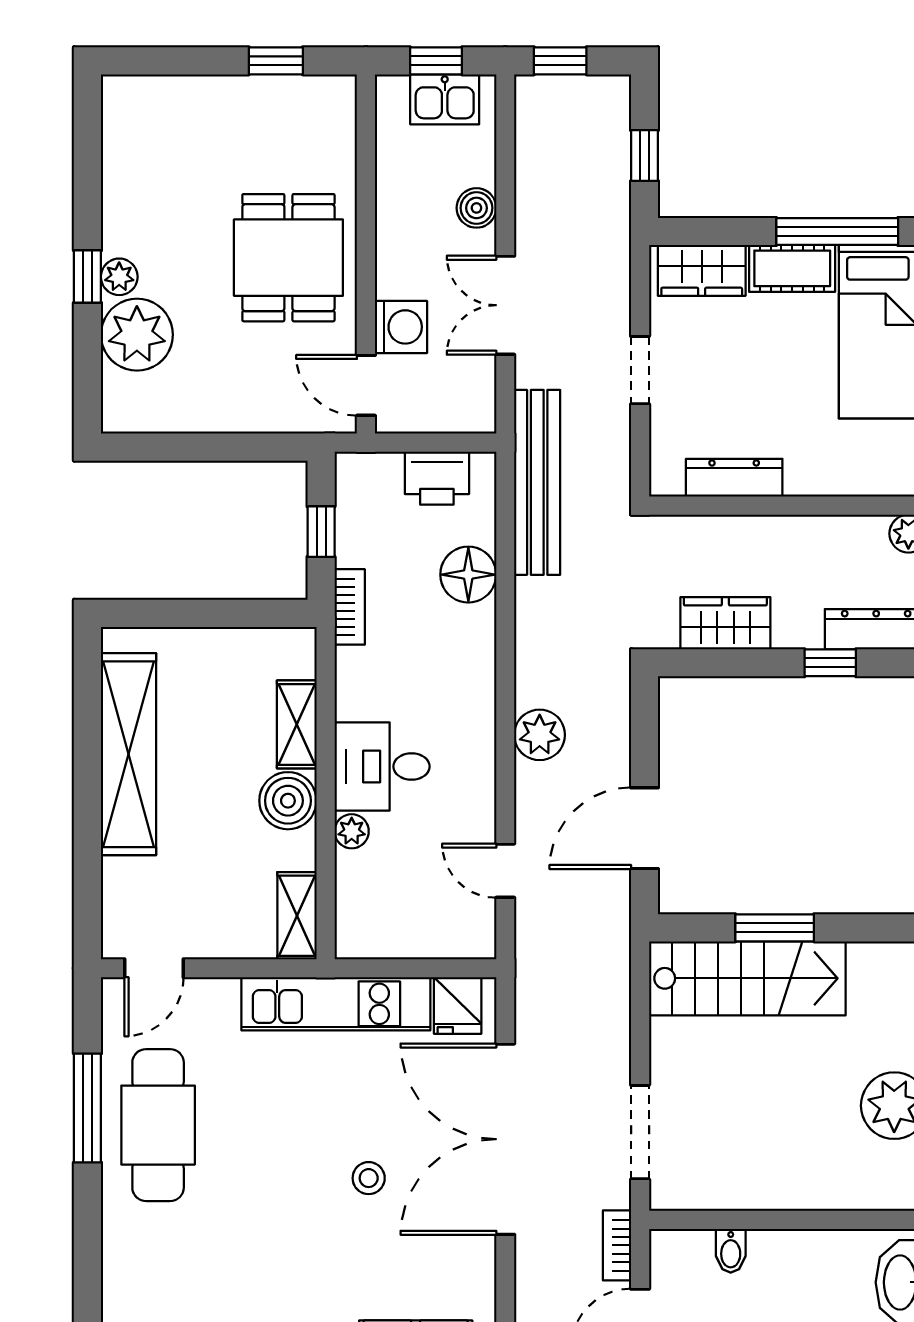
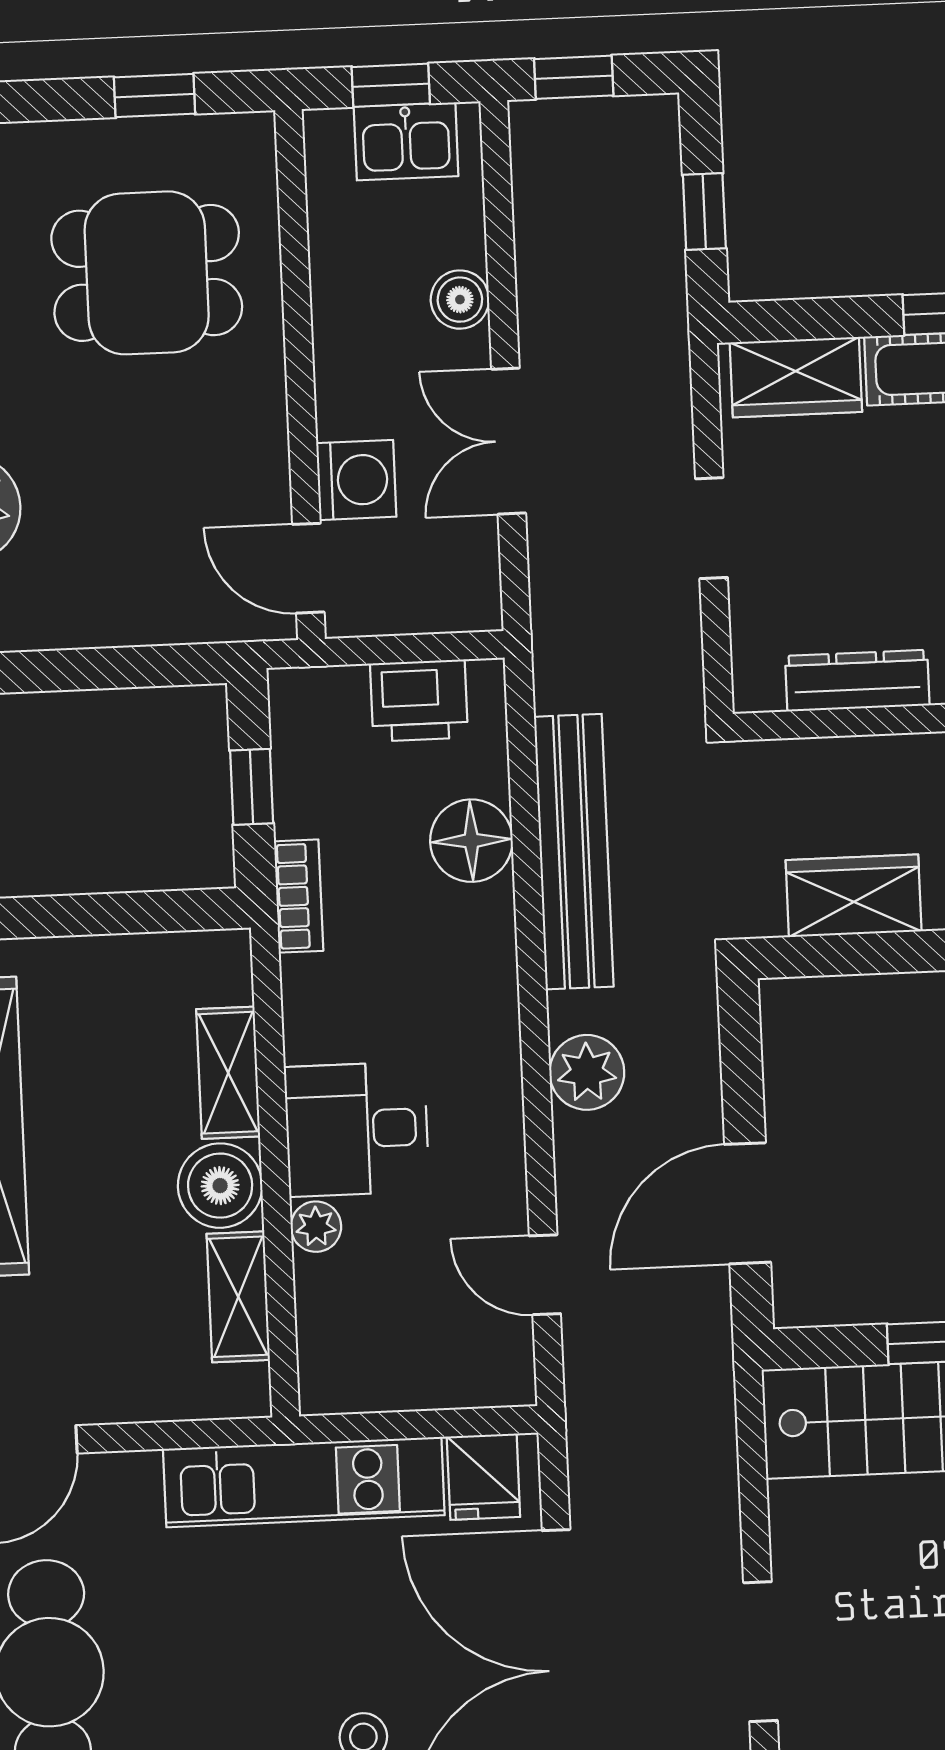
dining table: (288, 258) -> (147, 273), moved, turned 90
bench: (537, 482) -> (574, 852), moved
shelving: (297, 916) -> (238, 1297), moved

